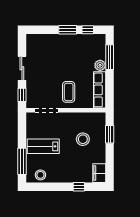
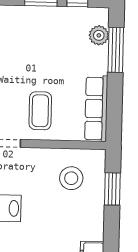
plant: (100, 65) -> (99, 35), moved
stool: (83, 139) -> (71, 178), moved

